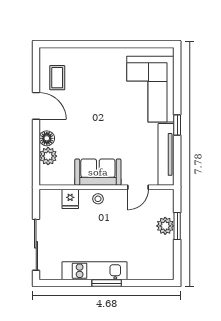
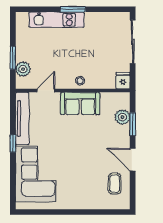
floor lamp: (47, 138) -> (124, 132), removed
window: (36, 148) -> (133, 124), added
fridge: (70, 199) -> (123, 81), moved
plant: (165, 226) -> (23, 69), moved
kitchen unit: (95, 271) -> (57, 20), moved

